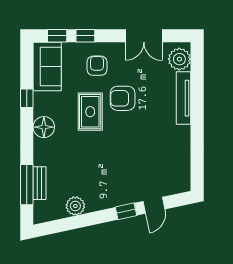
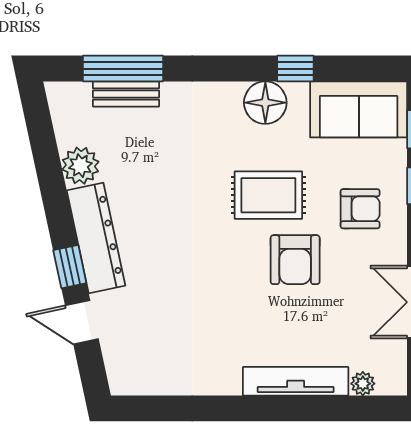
plant: (179, 59) -> (363, 384), width x0.53, depth x0.53
armchair: (123, 98) -> (295, 260), turned 180
floor lamp: (44, 127) -> (265, 103), moved
dresser: (112, 198) -> (96, 238), added

